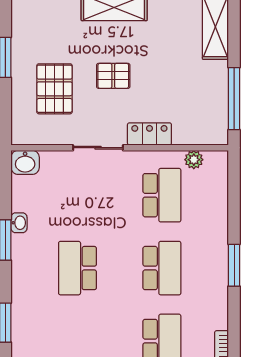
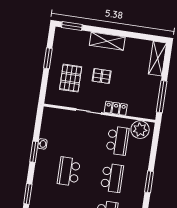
plant: (194, 160) -> (140, 130), width x1.88, depth x1.88
washbasin: (25, 162) -> (50, 113), removed

